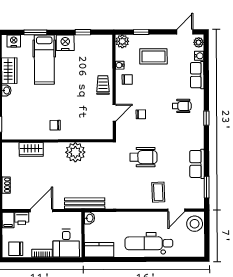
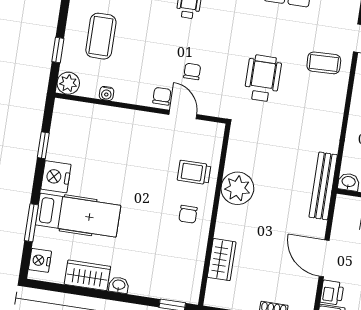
chair: (127, 80) -> (162, 96), moved
trolley: (103, 85) -> (194, 172), moved

